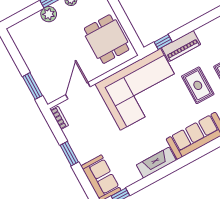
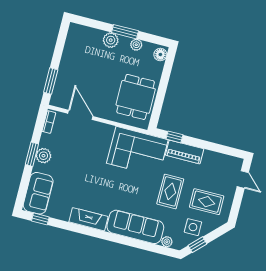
corner sofa: (140, 89) -> (137, 151), width x0.73, depth x0.74
door: (78, 91) -> (80, 115), hinge flipped
plant: (79, 147) -> (43, 156), added

